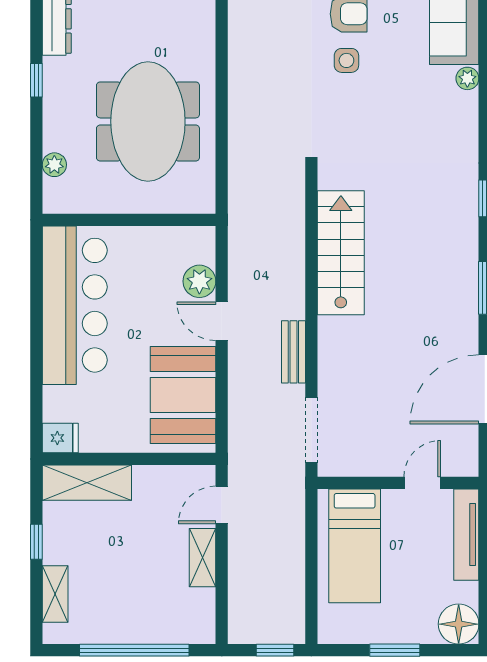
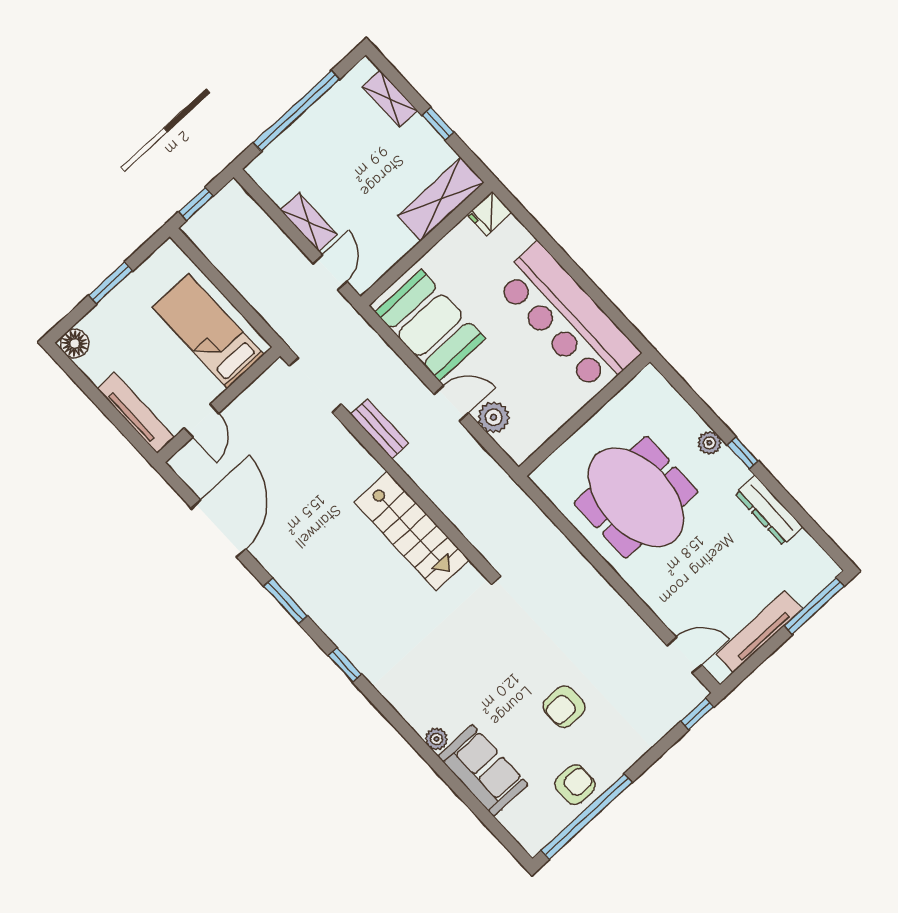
side table: (346, 60) -> (535, 672), removed
plant: (54, 165) -> (709, 443), moved
floor lamp: (459, 624) -> (75, 344), width x0.73, depth x0.73

